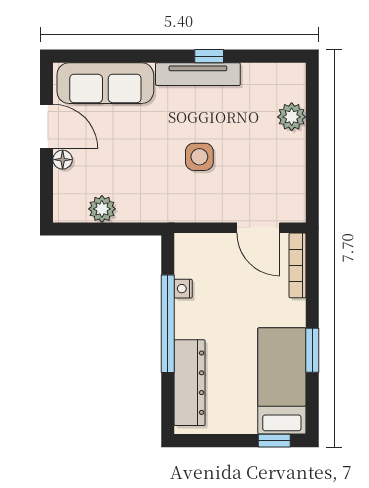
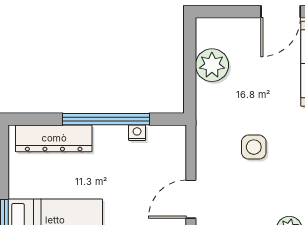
floor lamp: (63, 160) -> (251, 26), removed
plant: (102, 209) -> (212, 65), width x1.36, depth x1.36

